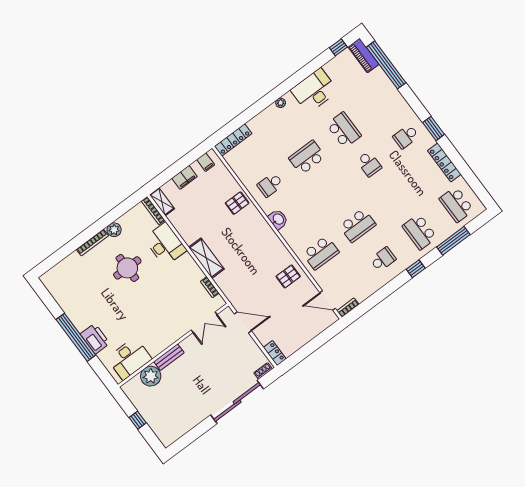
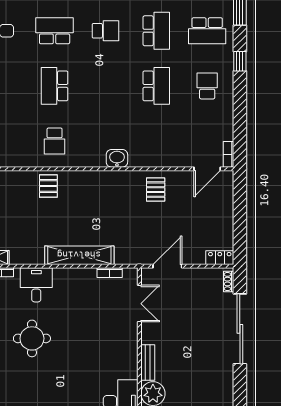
washbasin: (278, 219) -> (117, 158), moved
desk: (165, 244) -> (36, 285), width x0.73
school desk: (321, 253) -> (156, 31), moved
shelving: (206, 258) -> (79, 255), width x1.47

